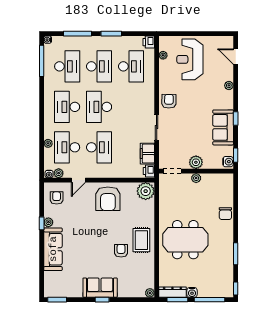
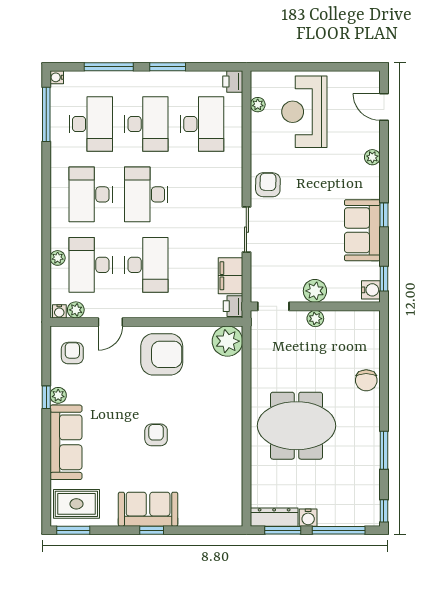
armchair: (108, 199) -> (162, 354), turned -90
rug: (141, 240) -> (76, 504), moved, turned 90
armchair: (121, 251) -> (156, 435), moved
plant: (150, 293) -> (235, 518), removed

